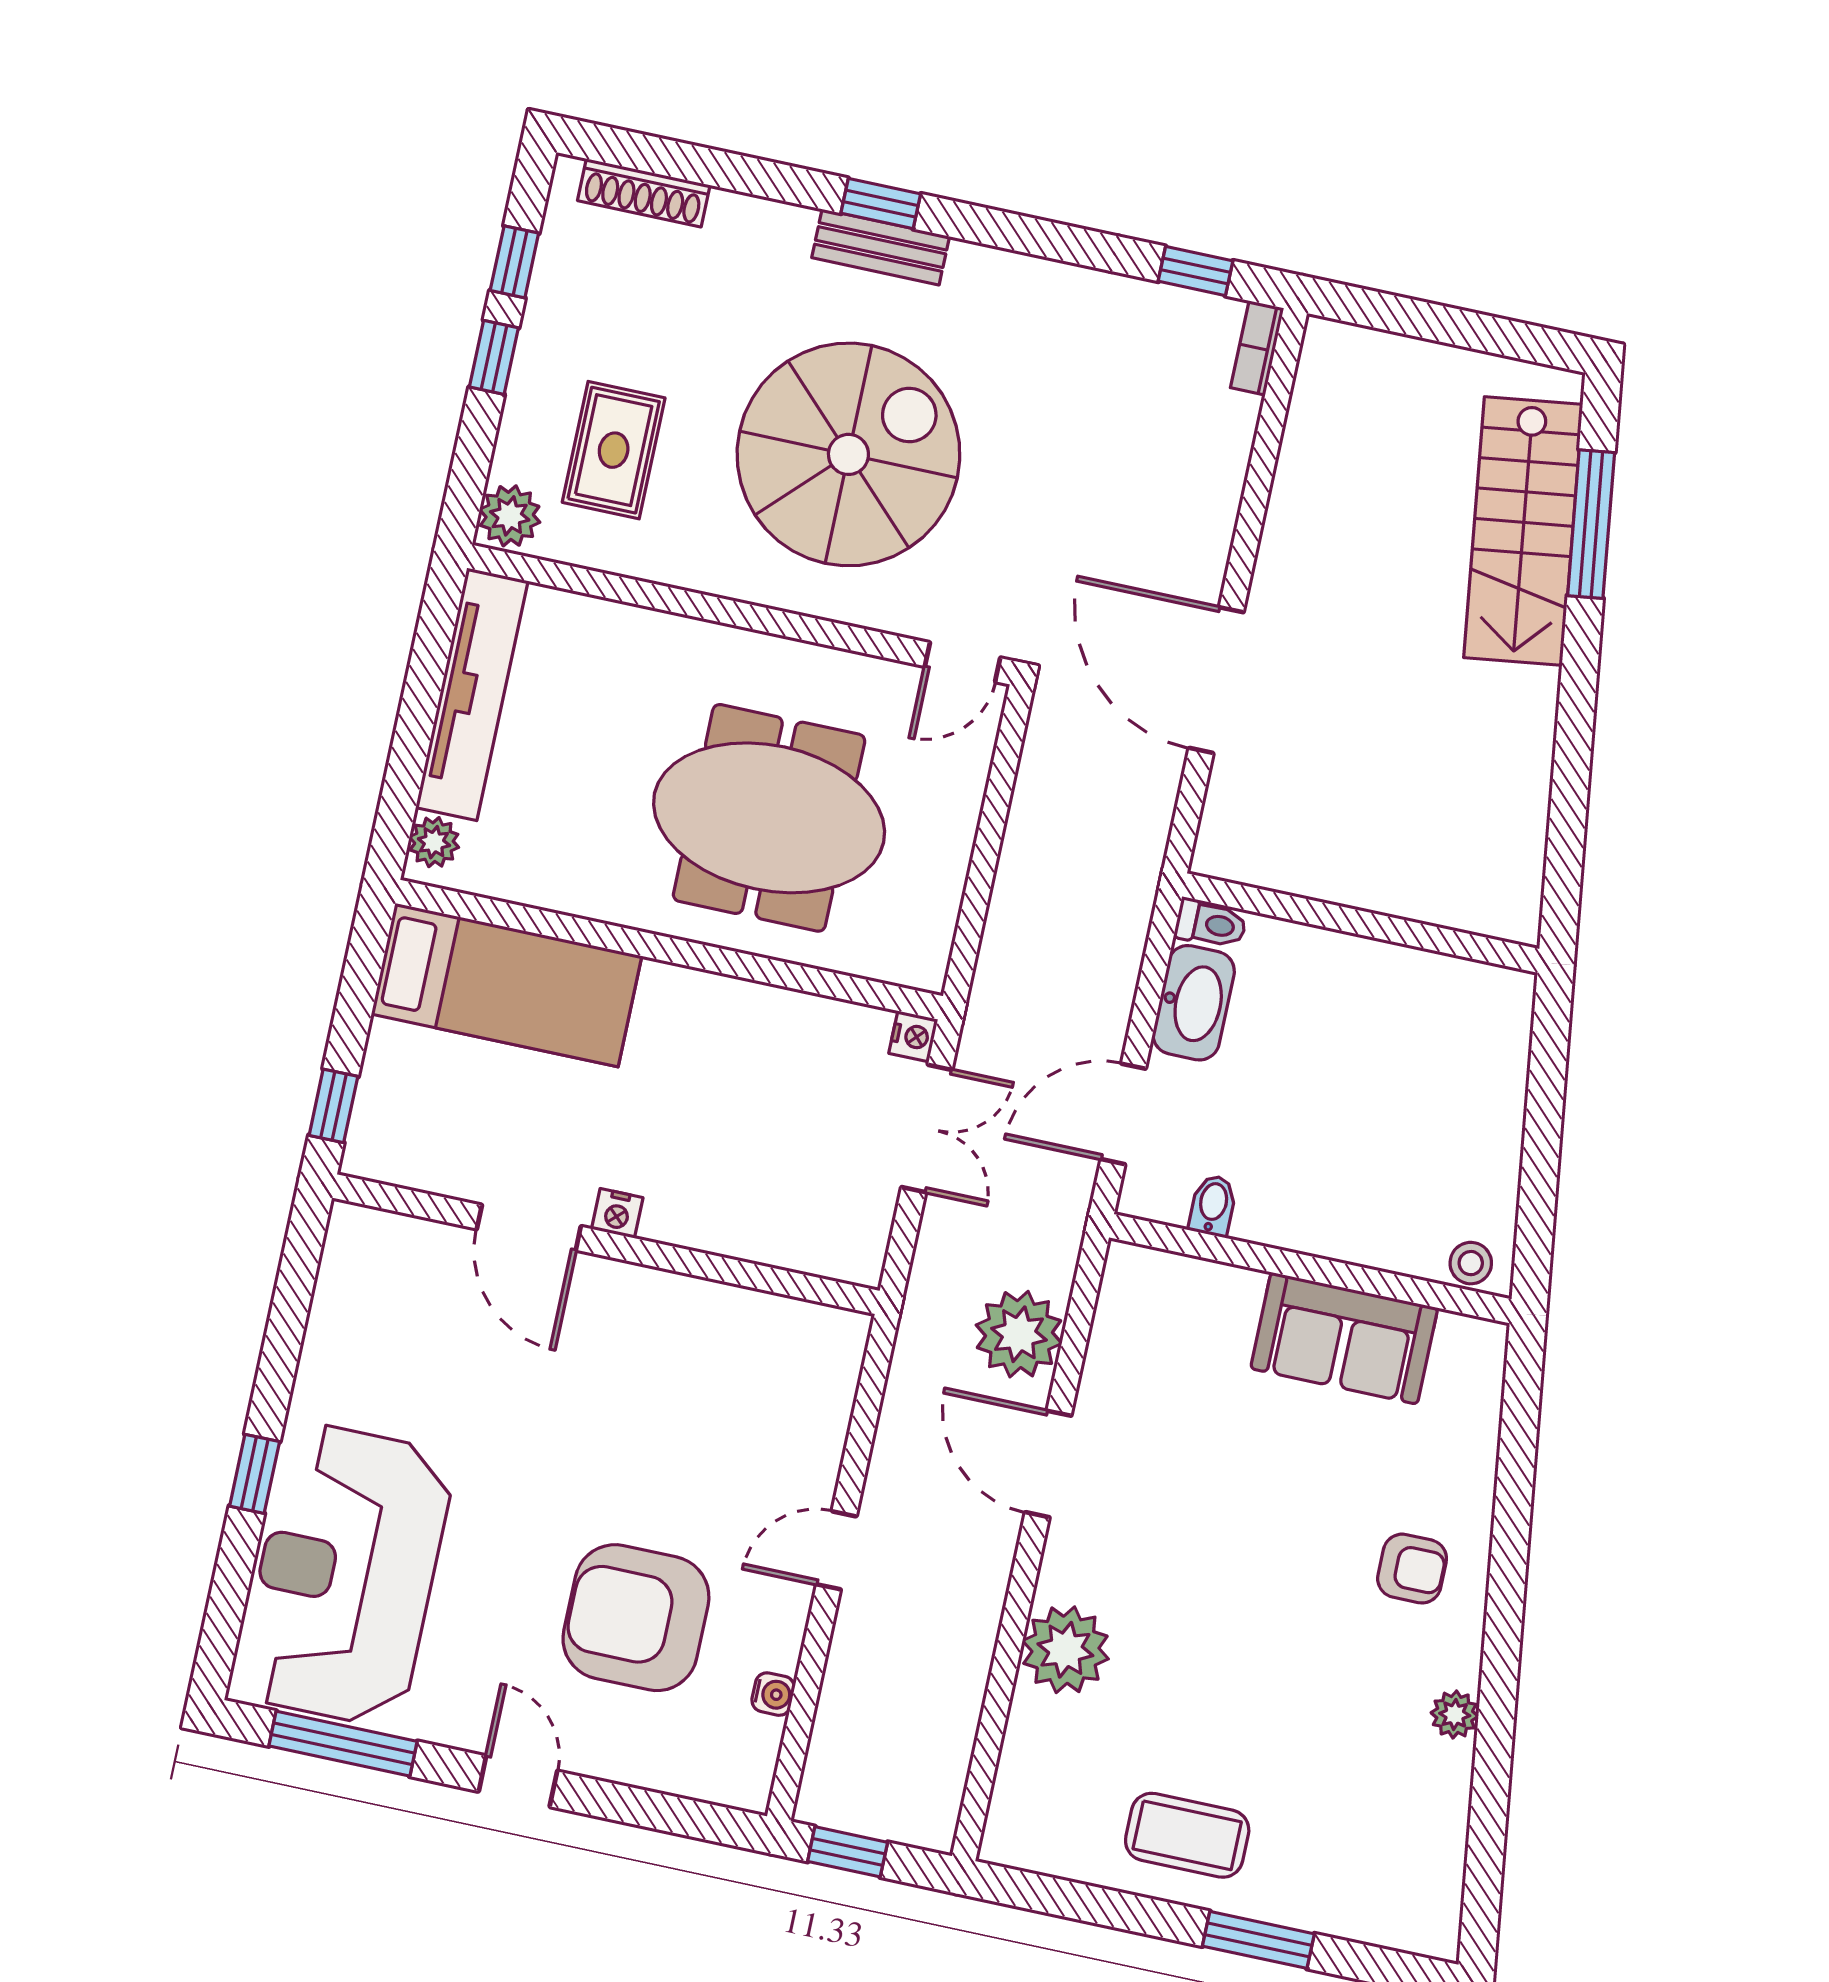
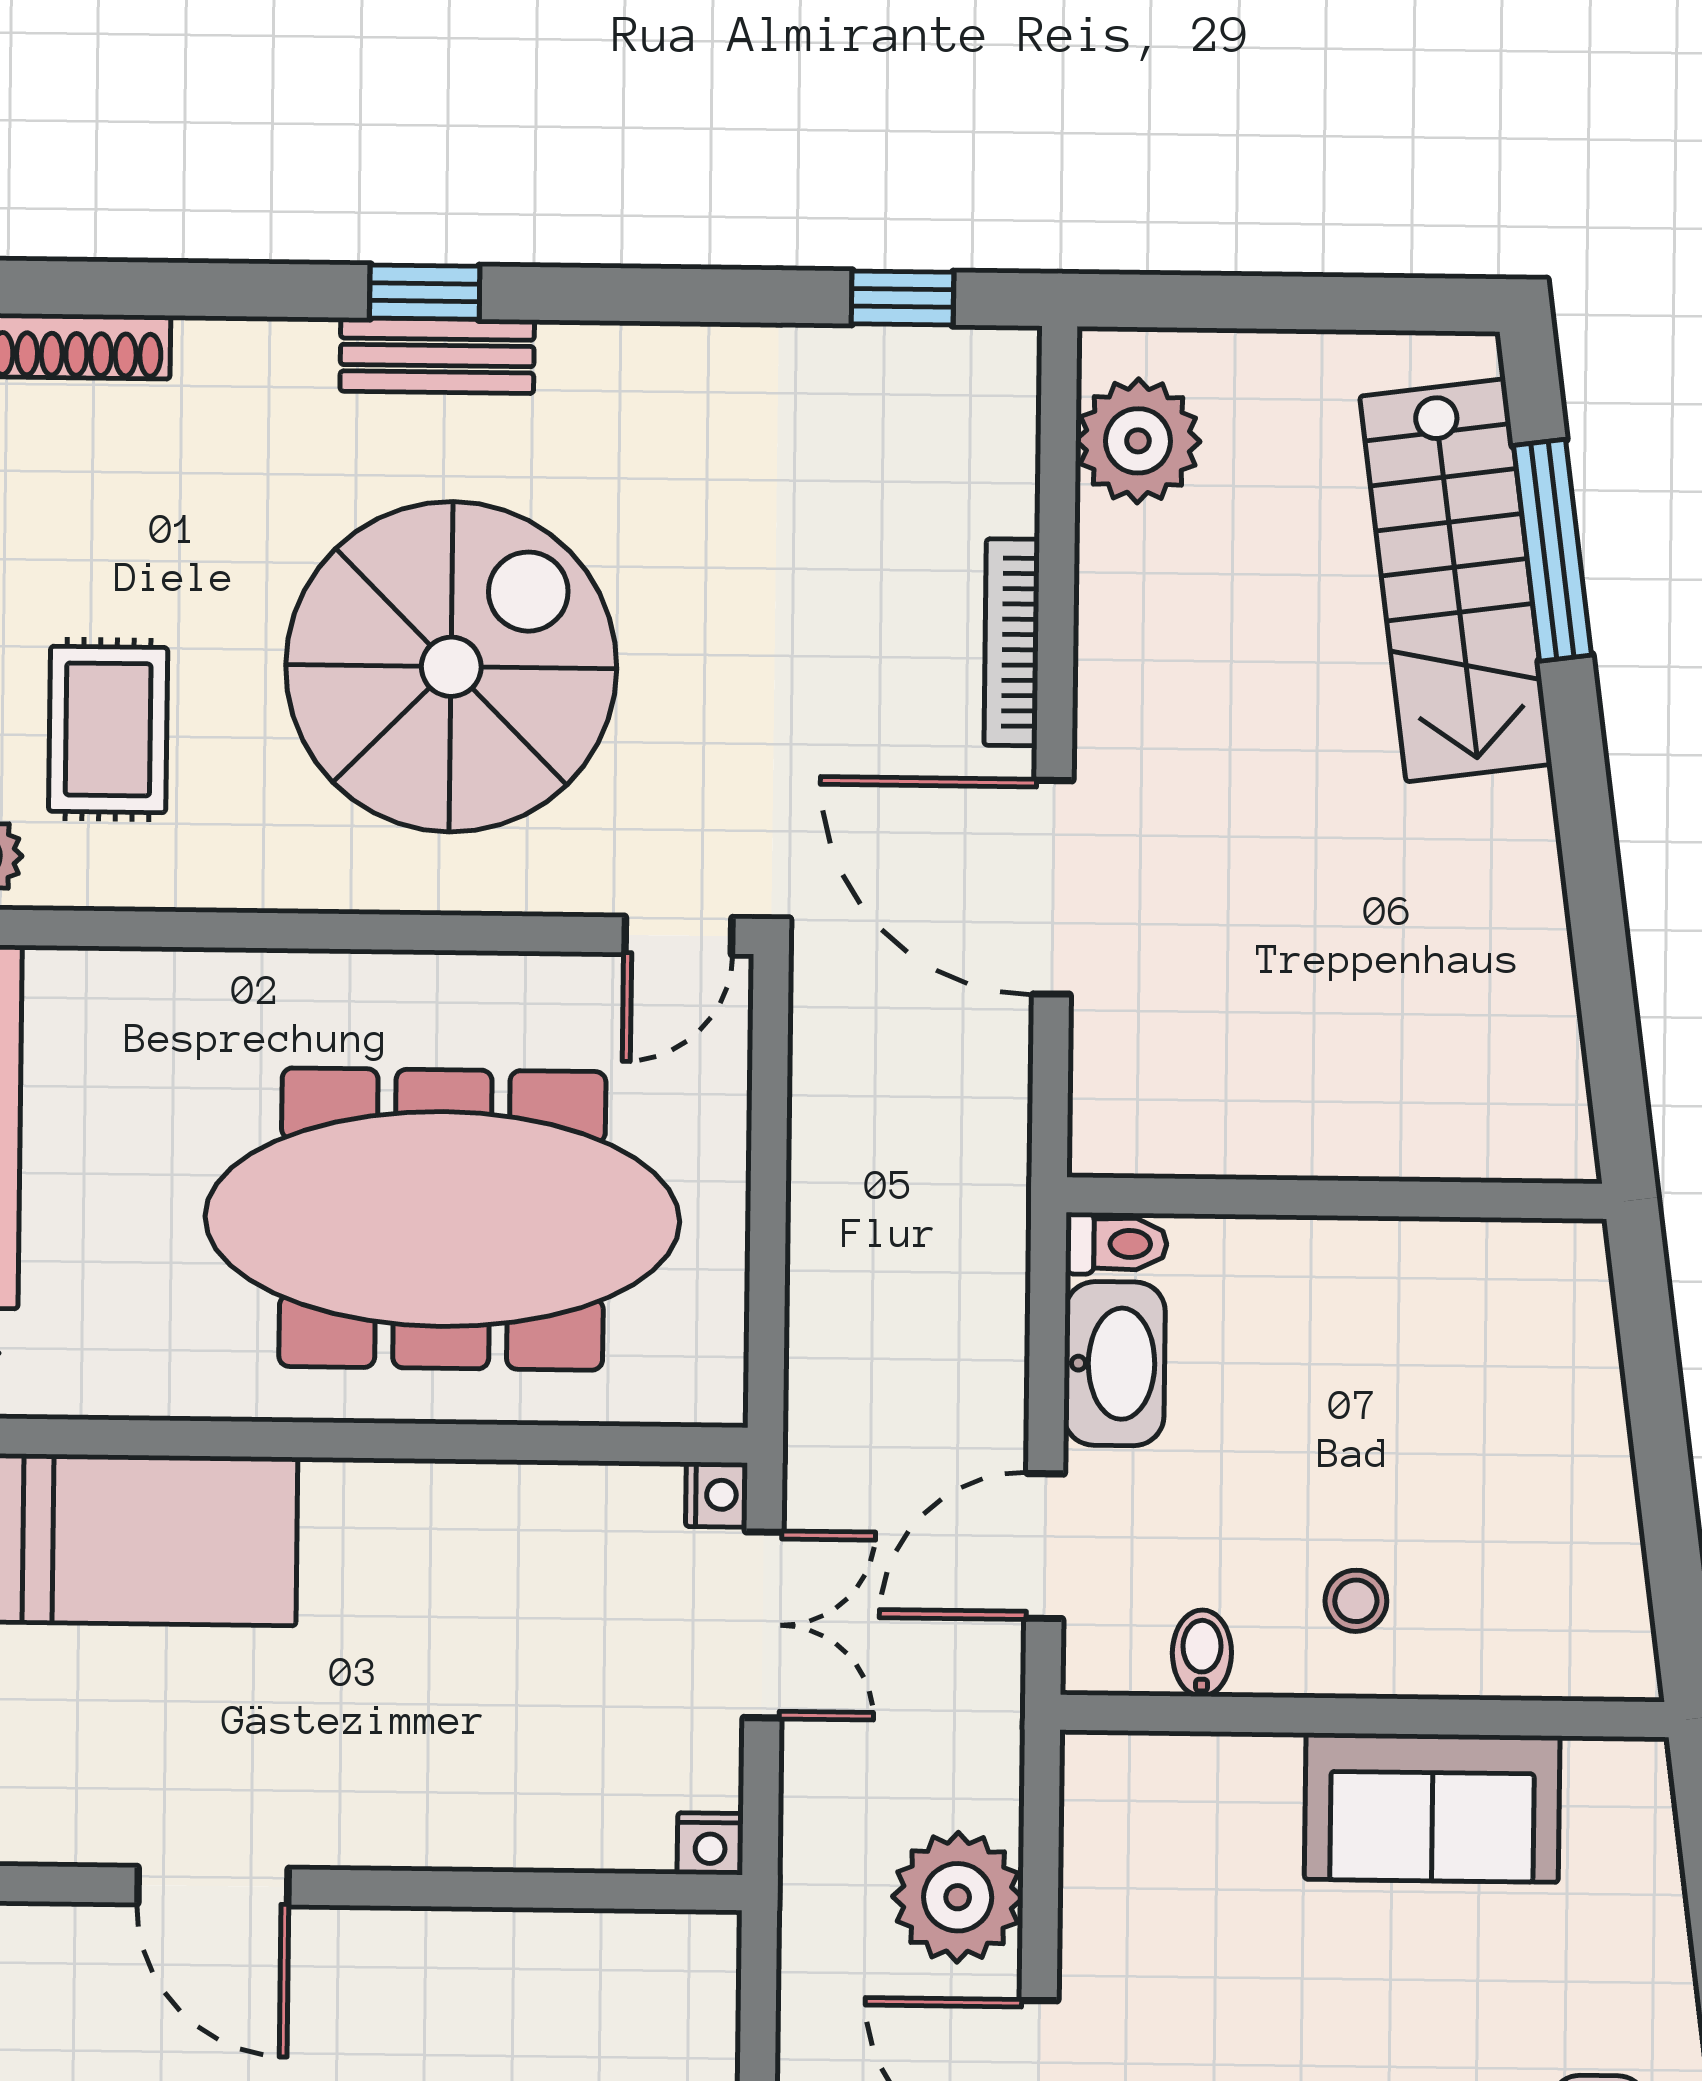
bookcase: (1257, 348) -> (1012, 642), moved, width x1.56
plant: (1332, 397) -> (1138, 441), added
meeting table: (769, 818) -> (442, 1219), width x1.36
nightstand: (617, 1213) -> (710, 1844), moved
stool: (1471, 1263) -> (1356, 1601), moved

